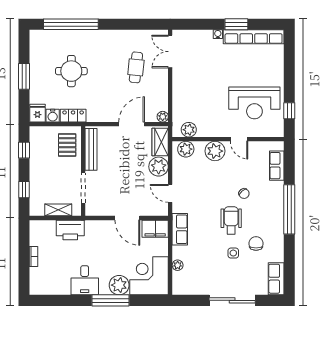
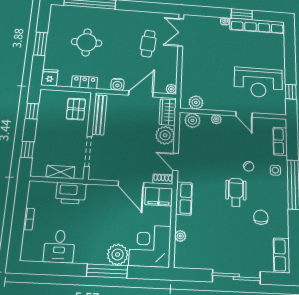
water cooler: (53, 116) -> (117, 84), moved
plant: (215, 151) -> (216, 119), width x0.53, depth x0.53
shoe rack: (158, 211) -> (163, 179), added
side table: (233, 253) -> (275, 170), moved
desk: (85, 280) -> (59, 246), moved

